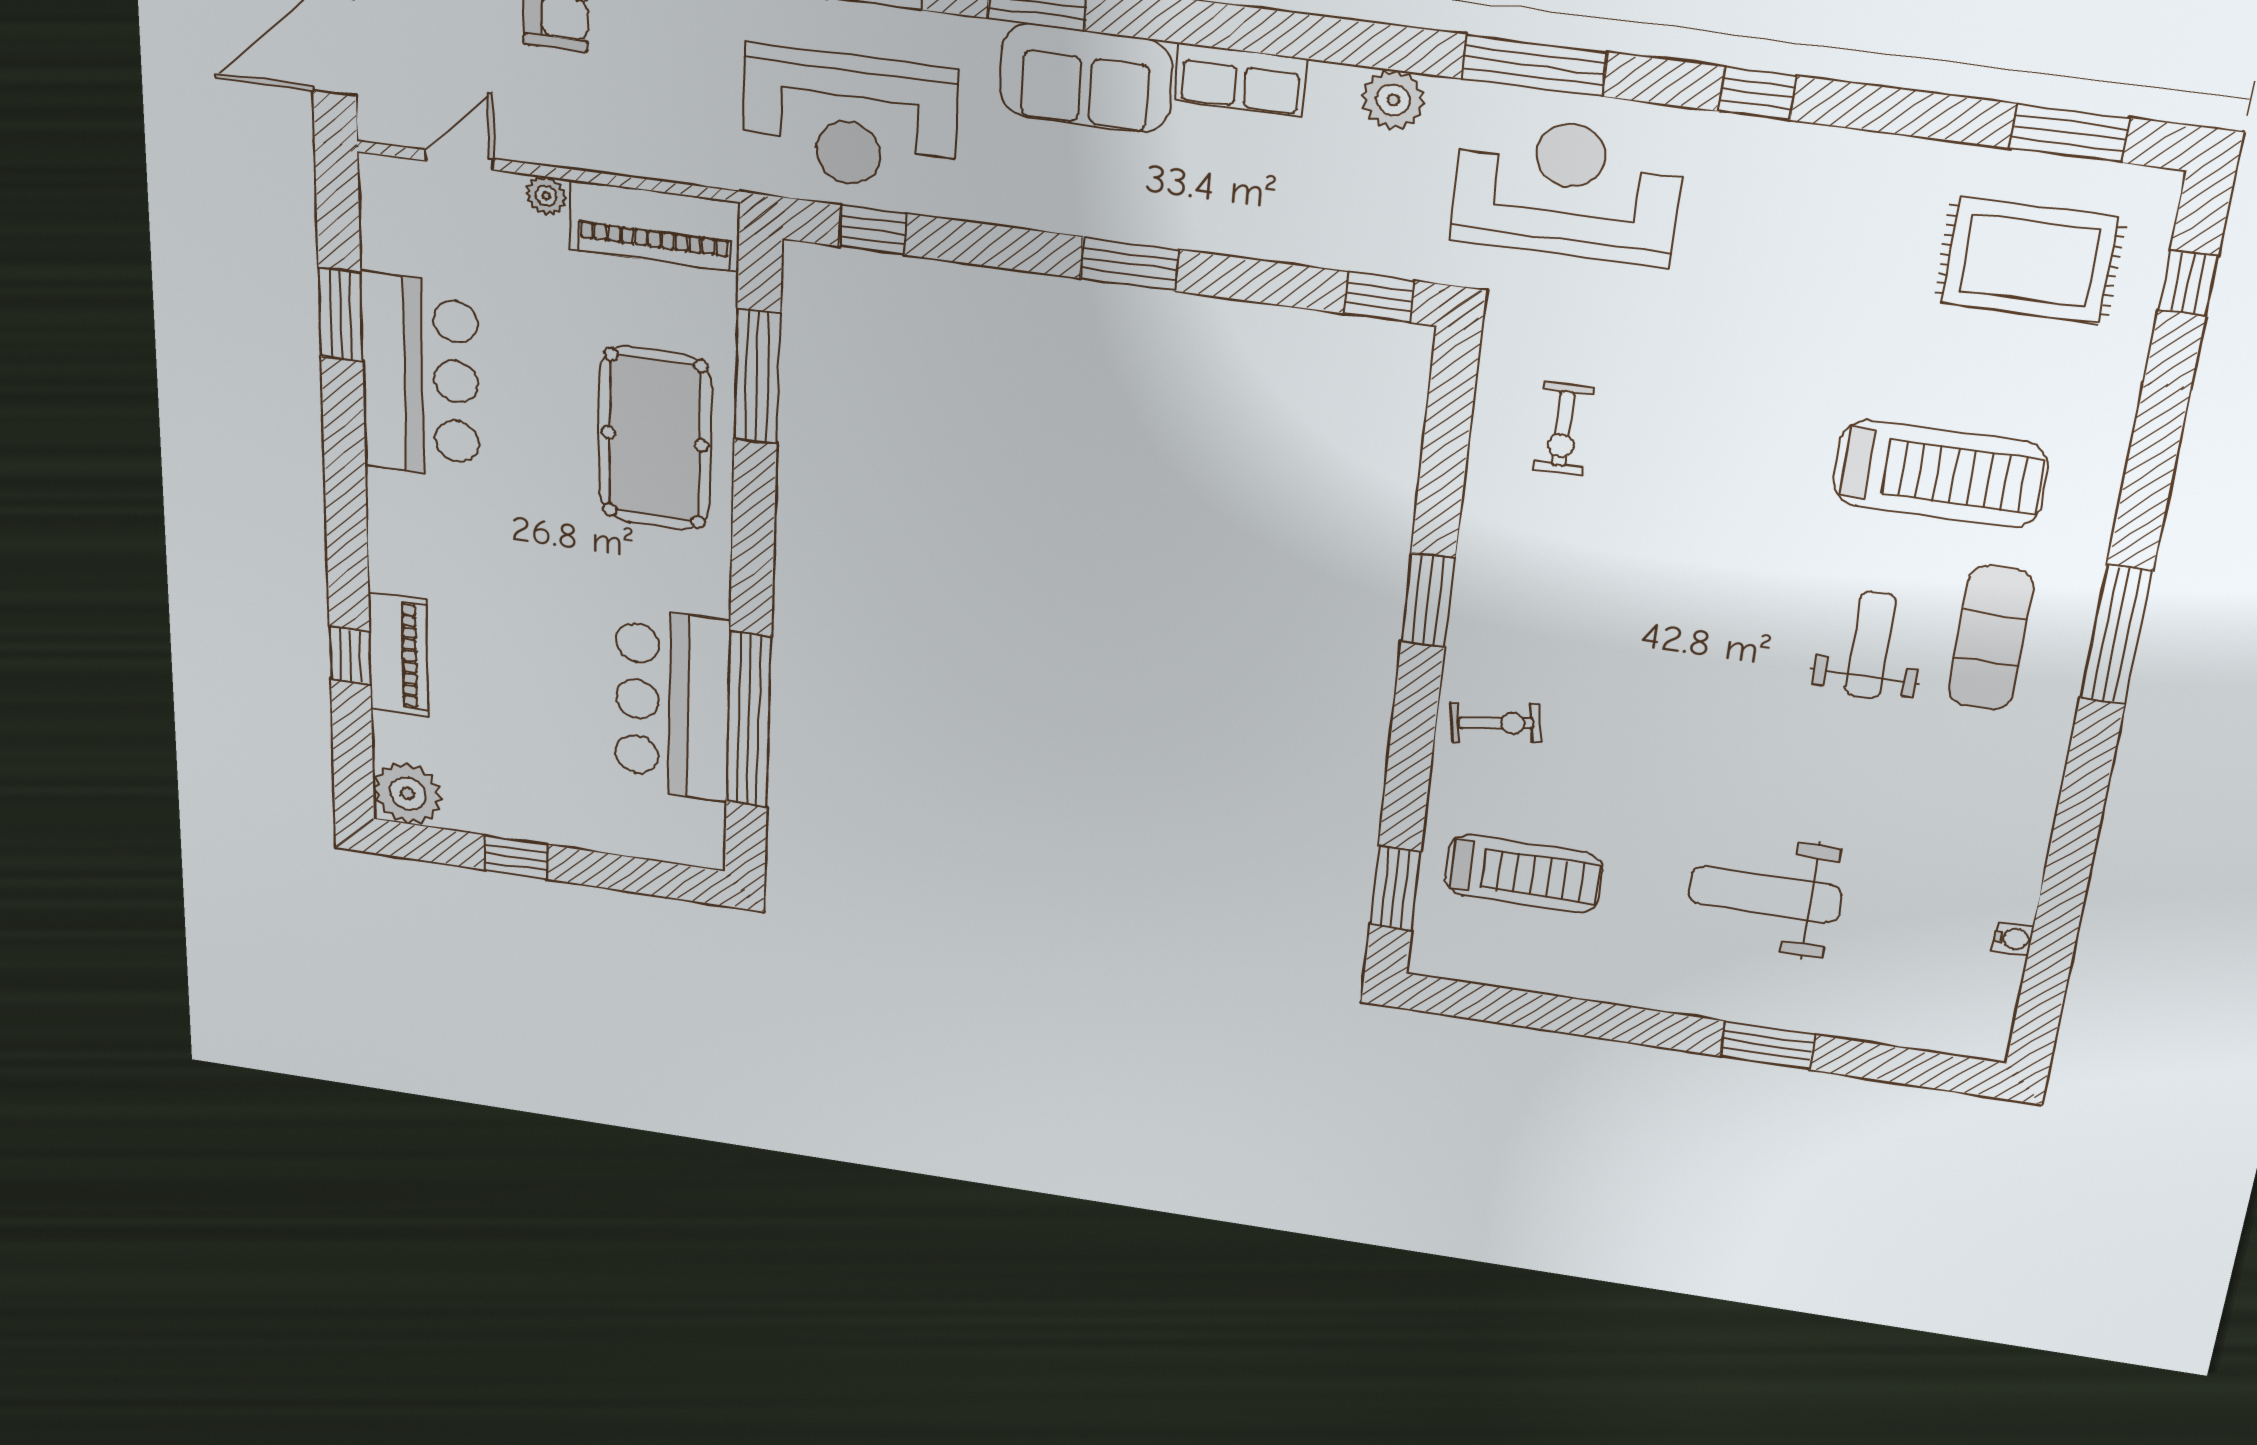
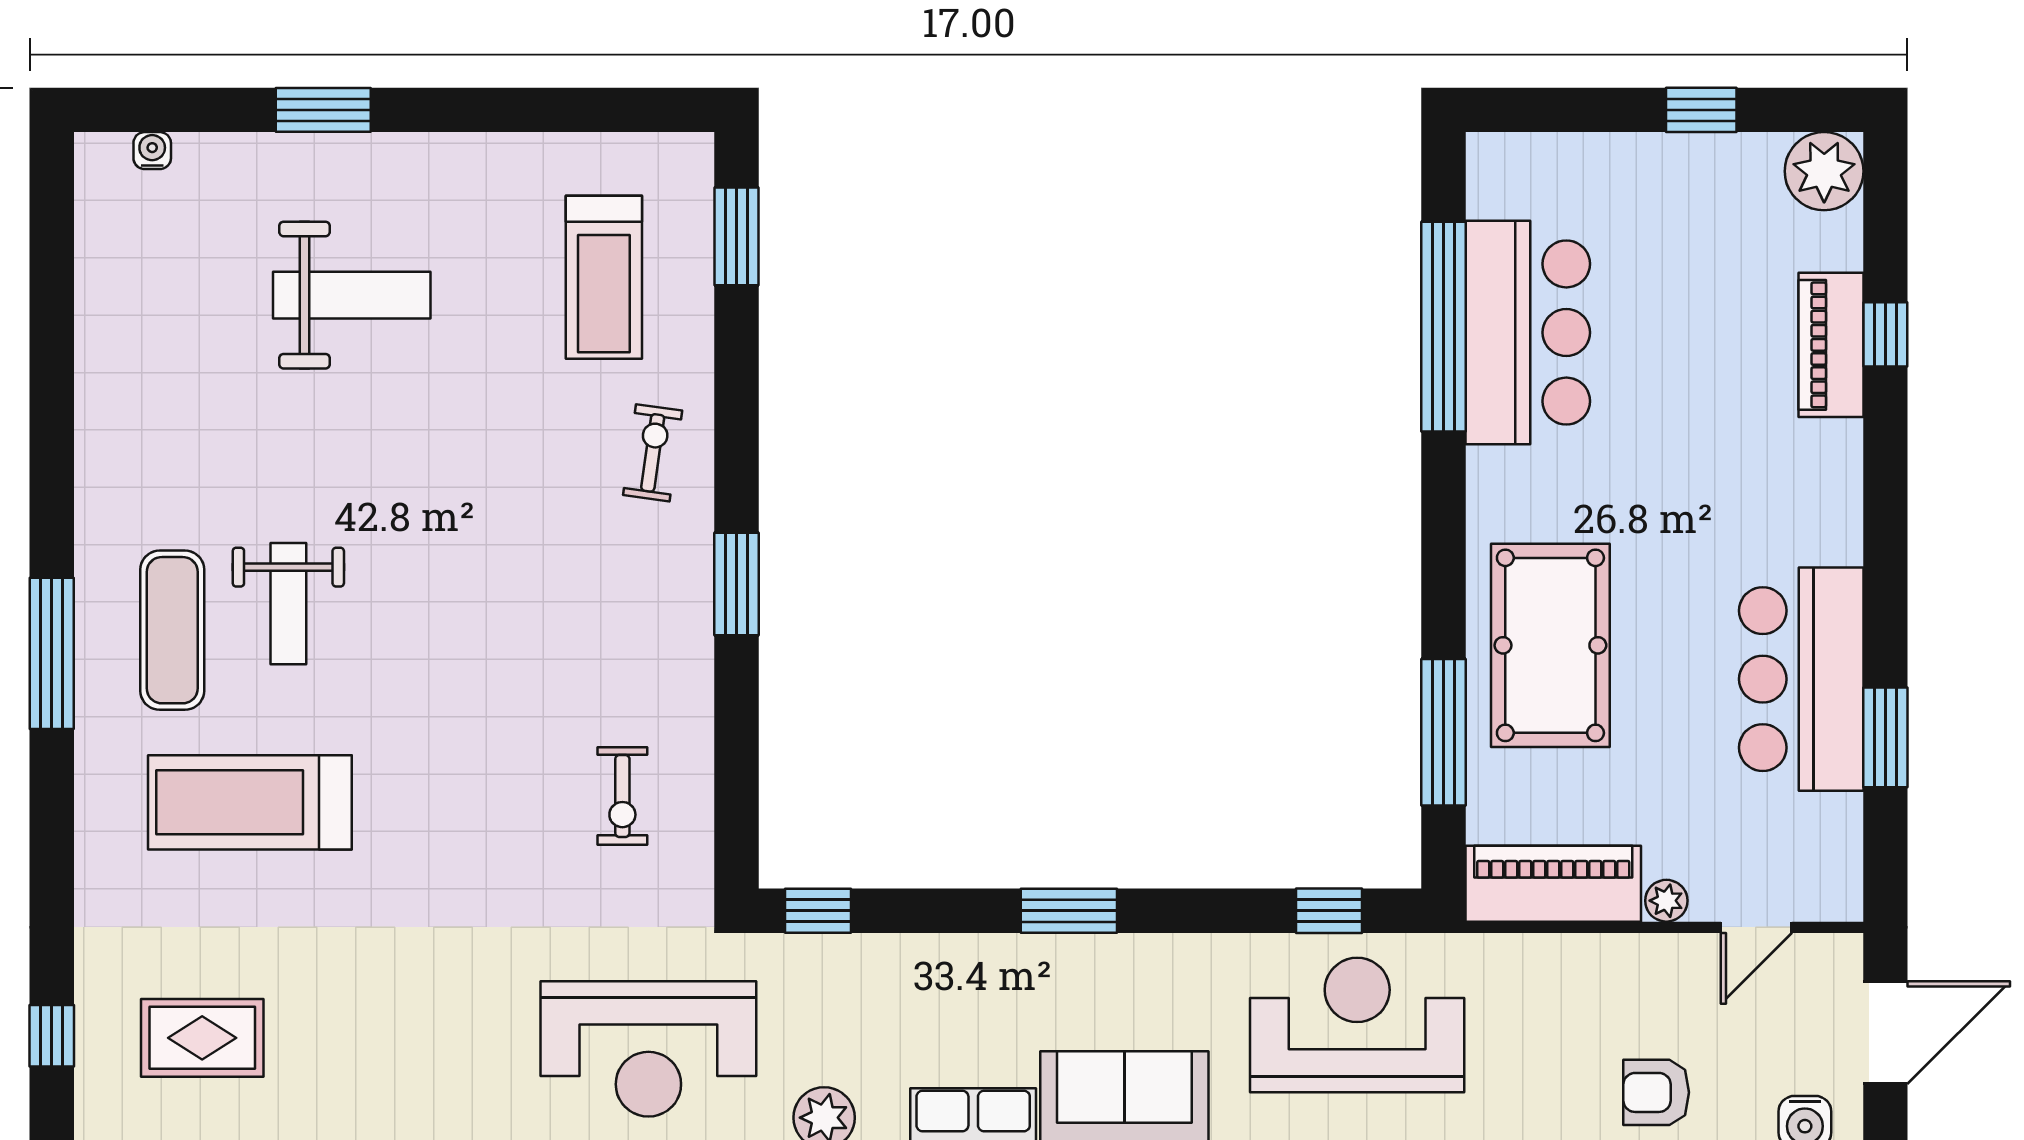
rug: (2029, 260) -> (202, 1038), width x0.73, depth x0.70
exercise bike: (1563, 429) -> (622, 796), turned 180
exercise bike: (1496, 723) -> (653, 453), turned 107
treadmill: (1524, 874) -> (604, 277), turned -90
water cooler: (2013, 939) -> (152, 151), moved, turned 90

